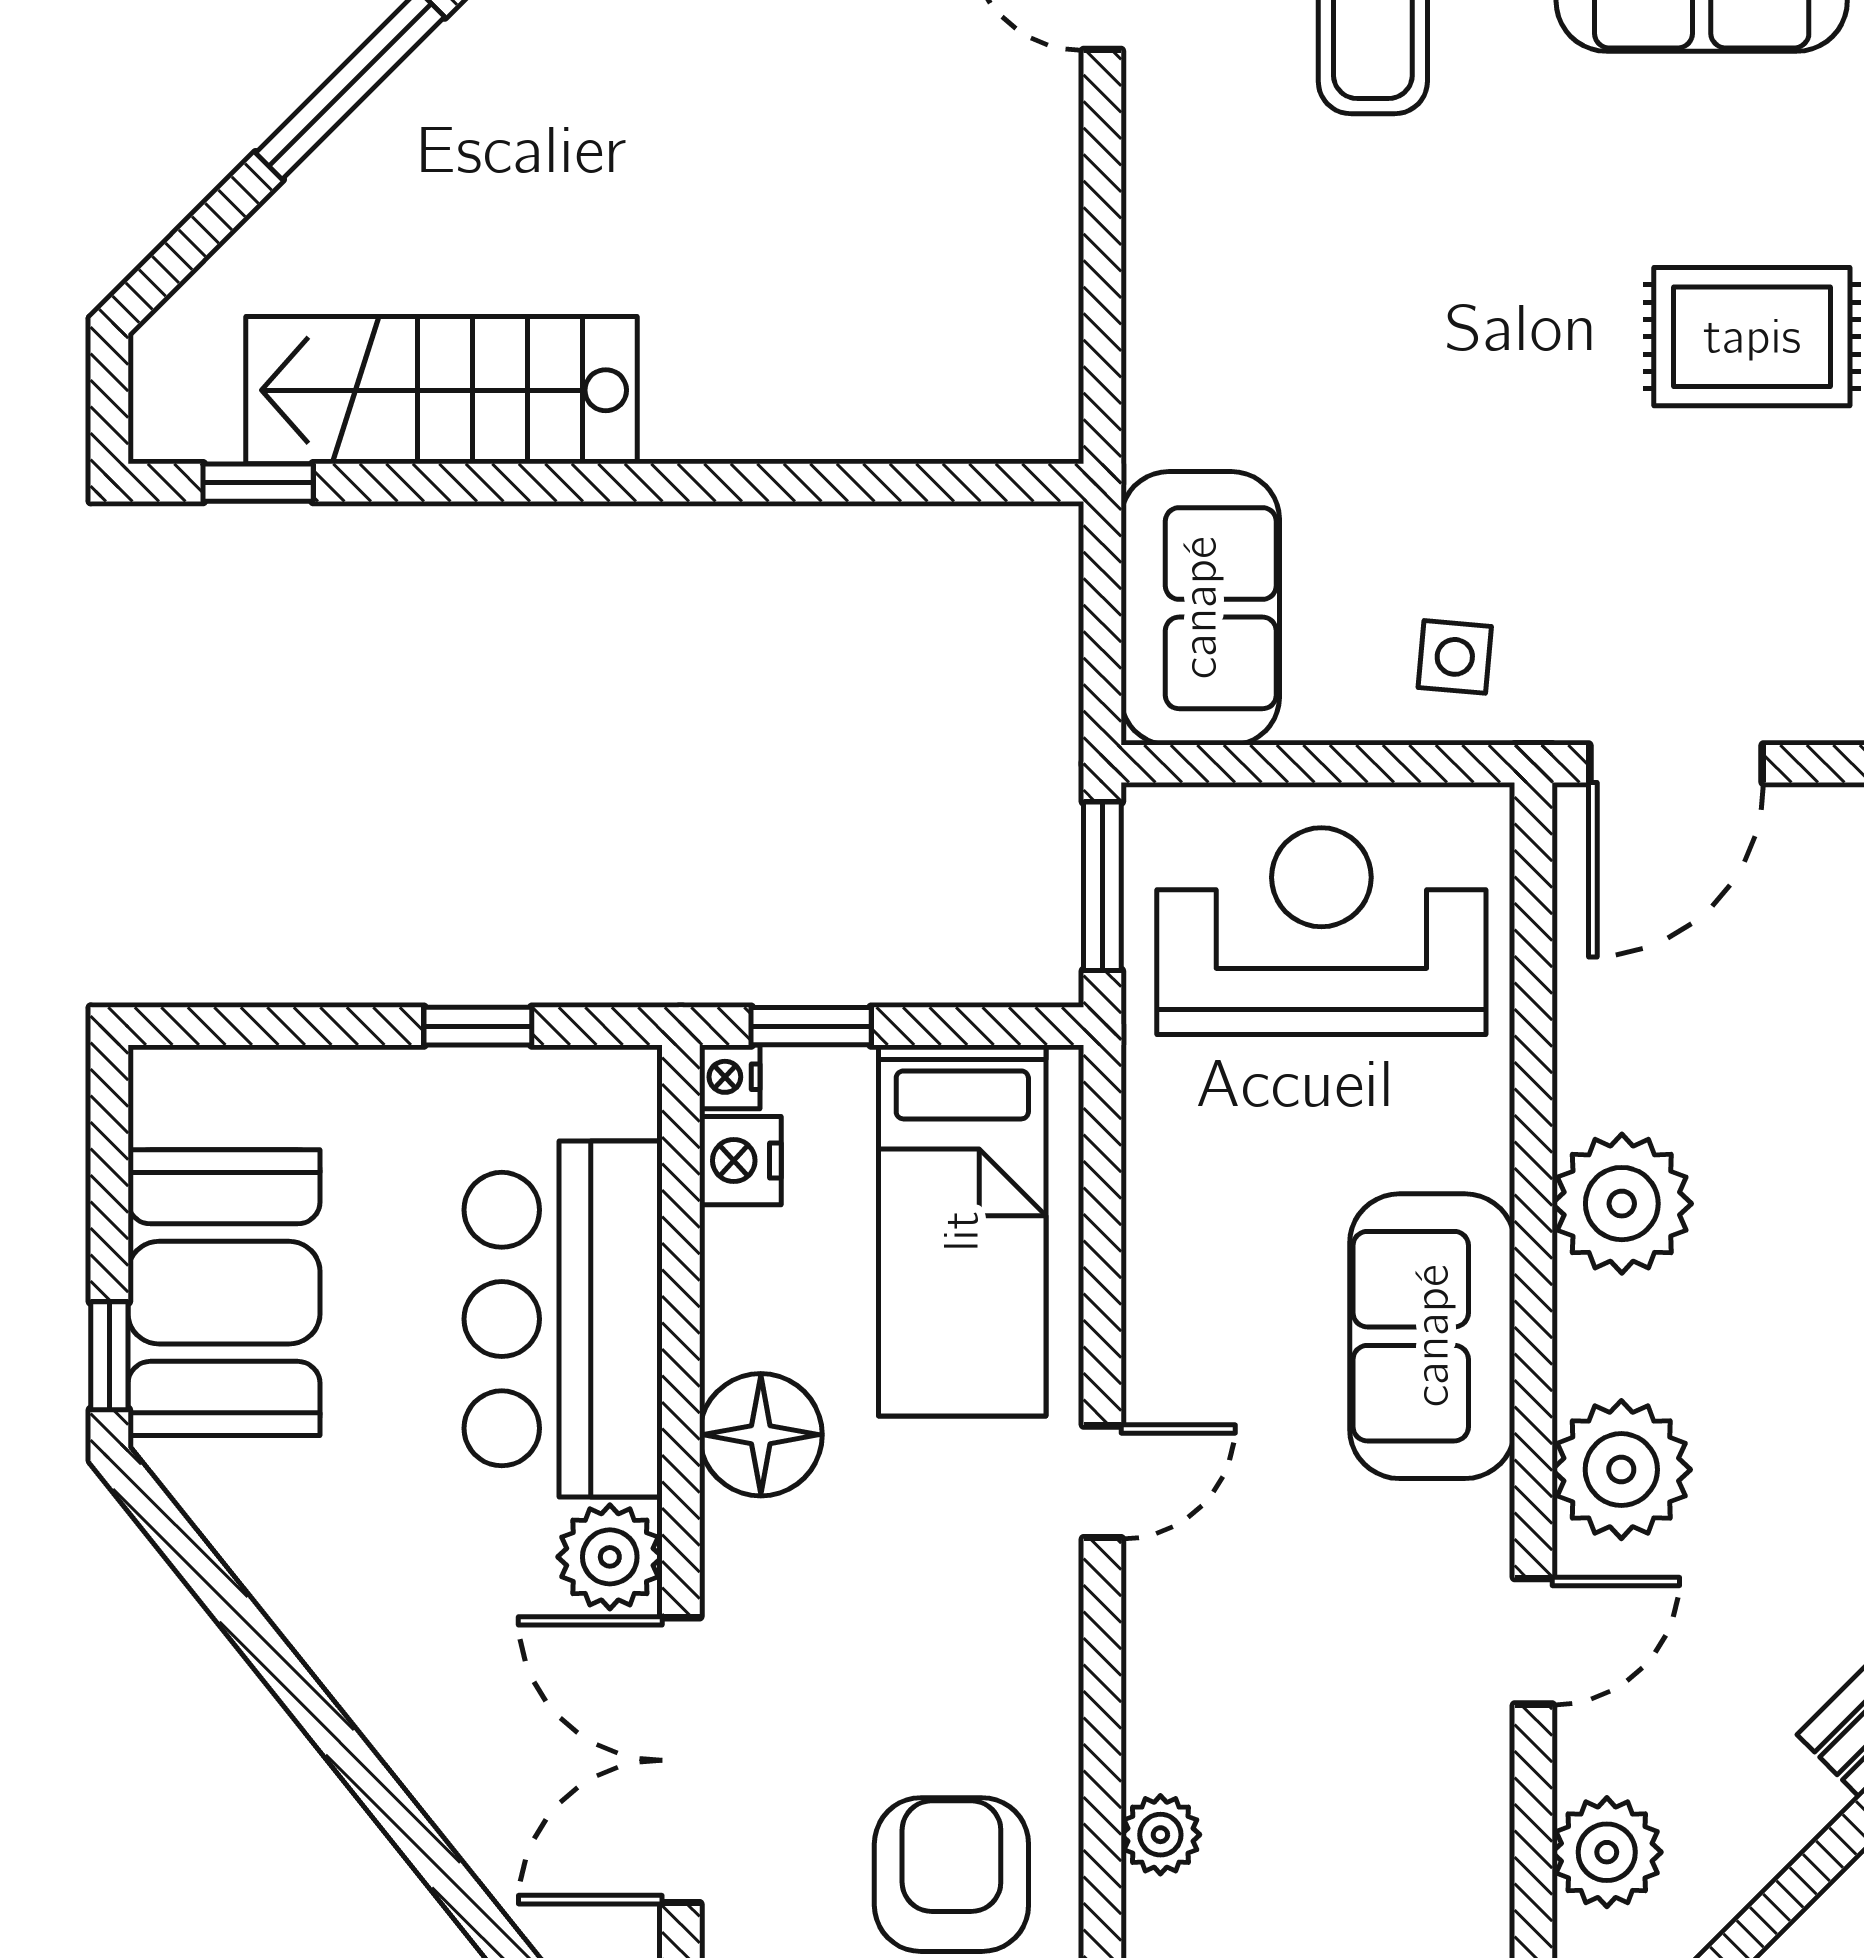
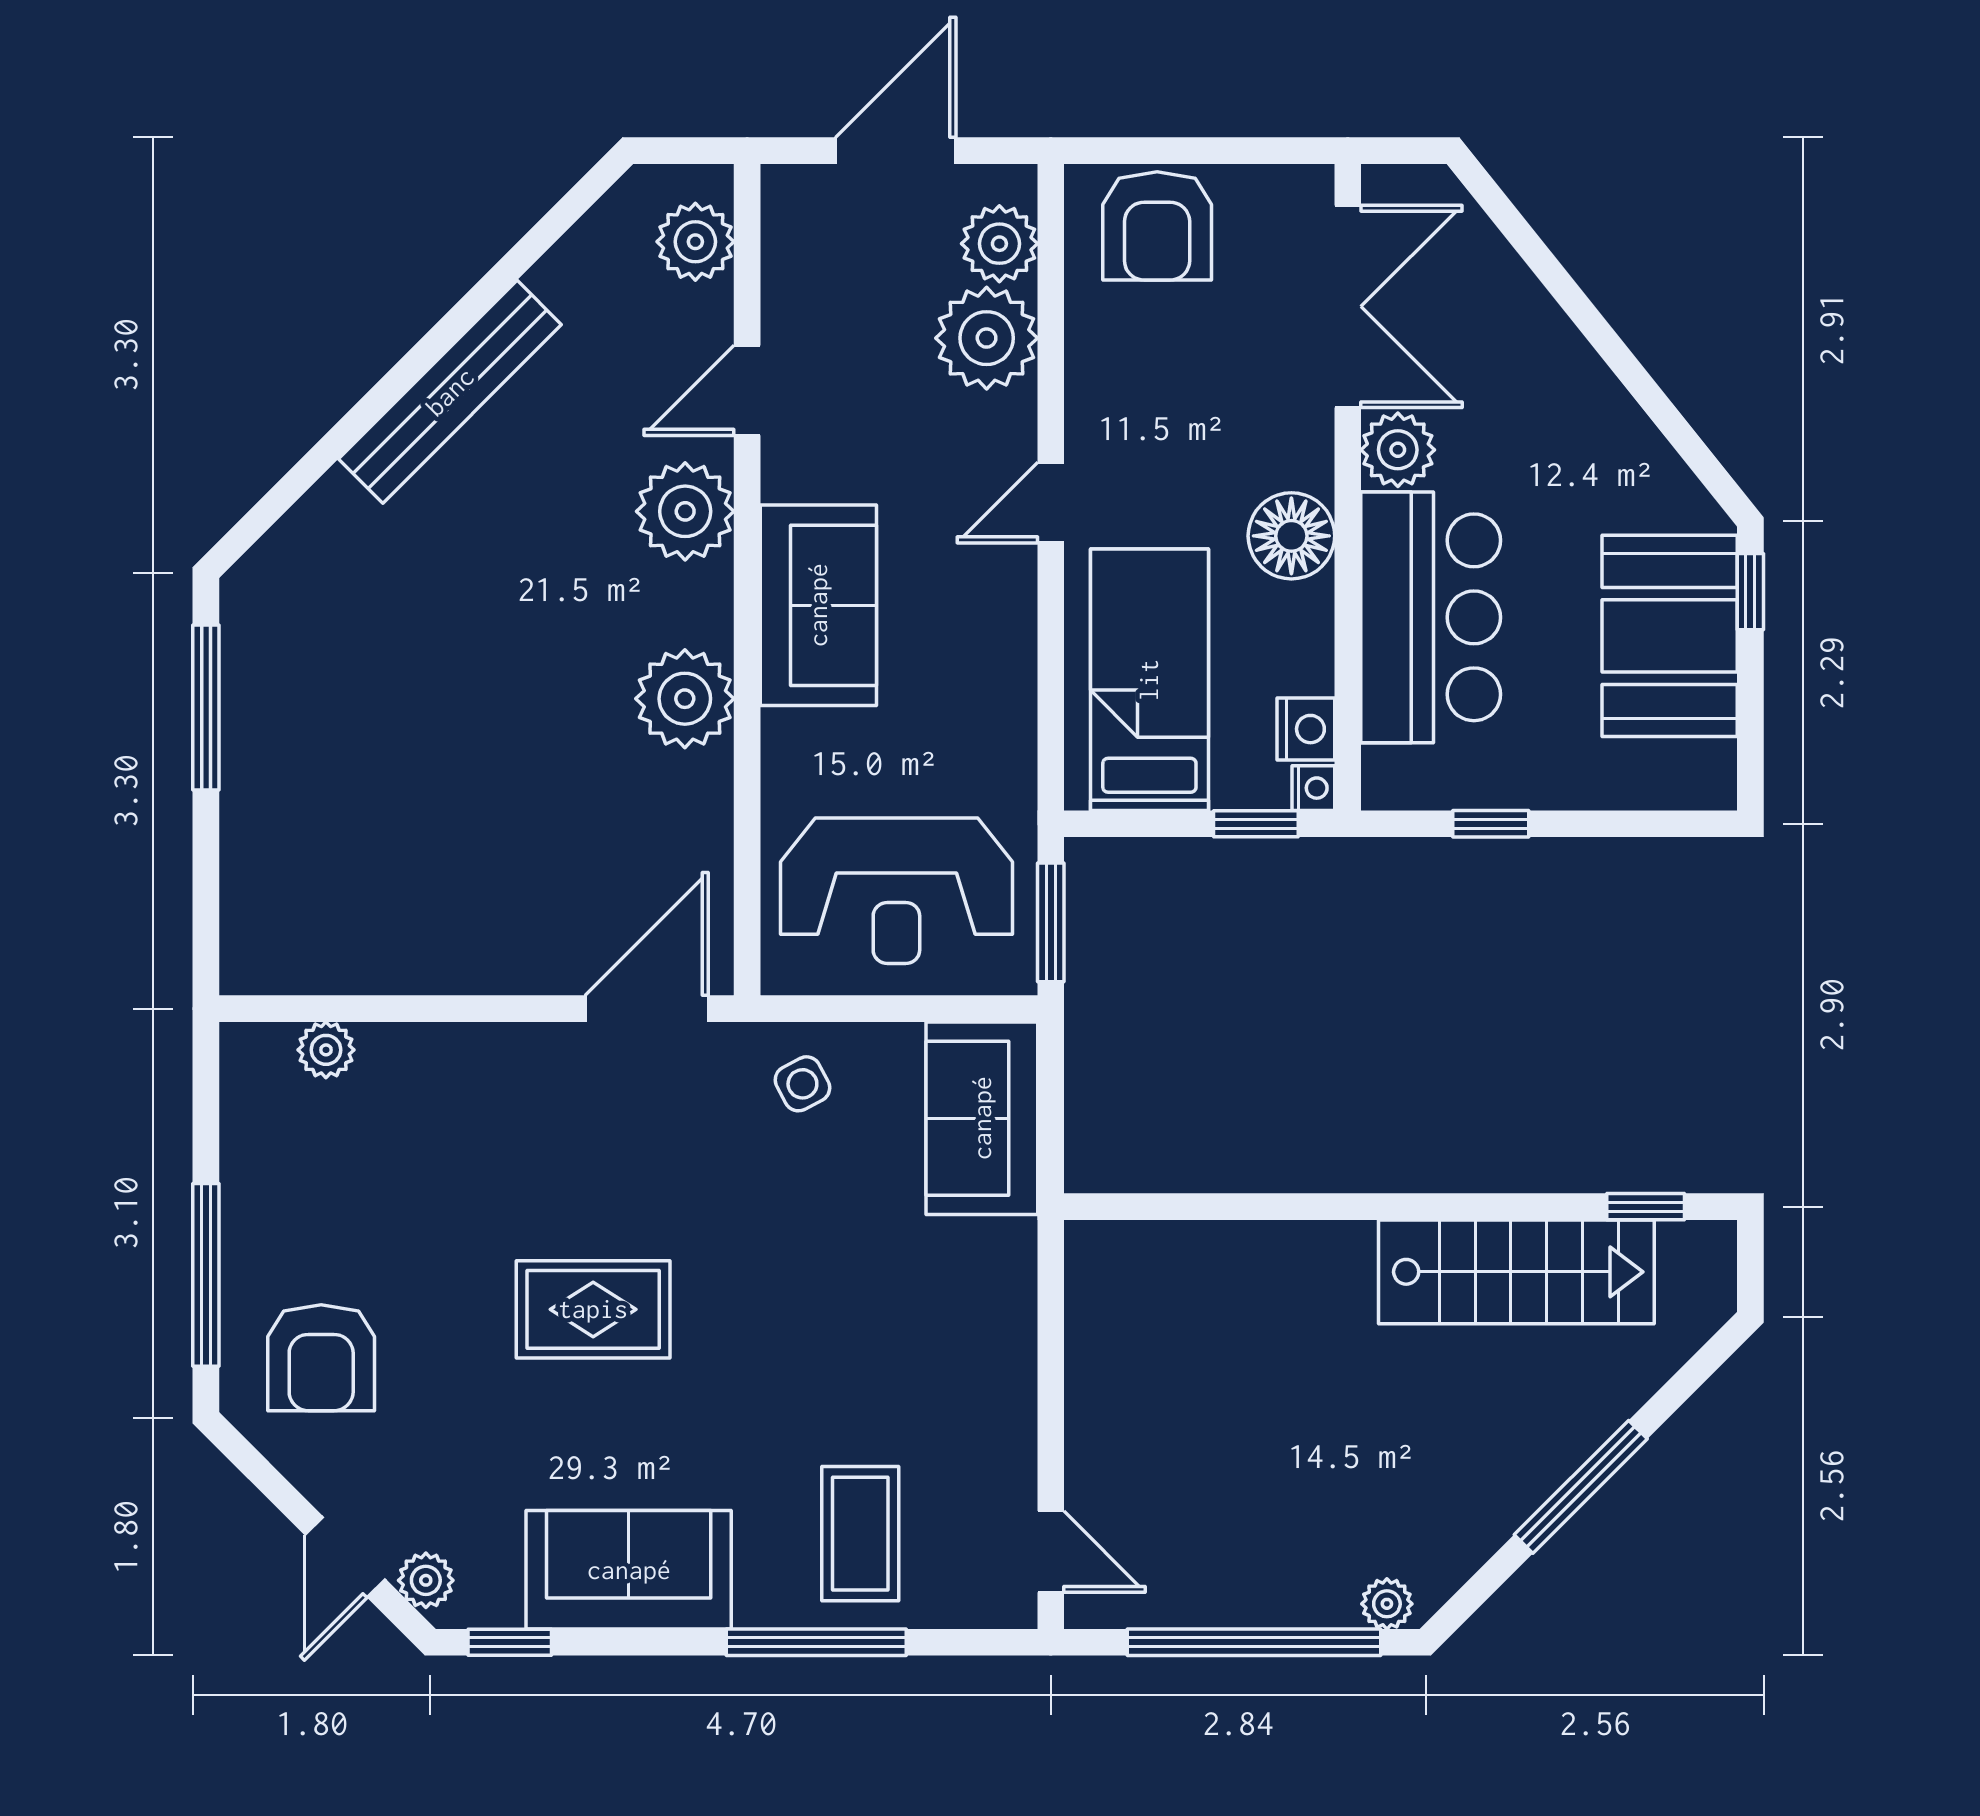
side table: (1455, 657) -> (802, 1084), turned -33
plant: (1193, 1715) -> (987, 338), added
plant: (1160, 1835) -> (999, 244), width x1.38, depth x1.38

